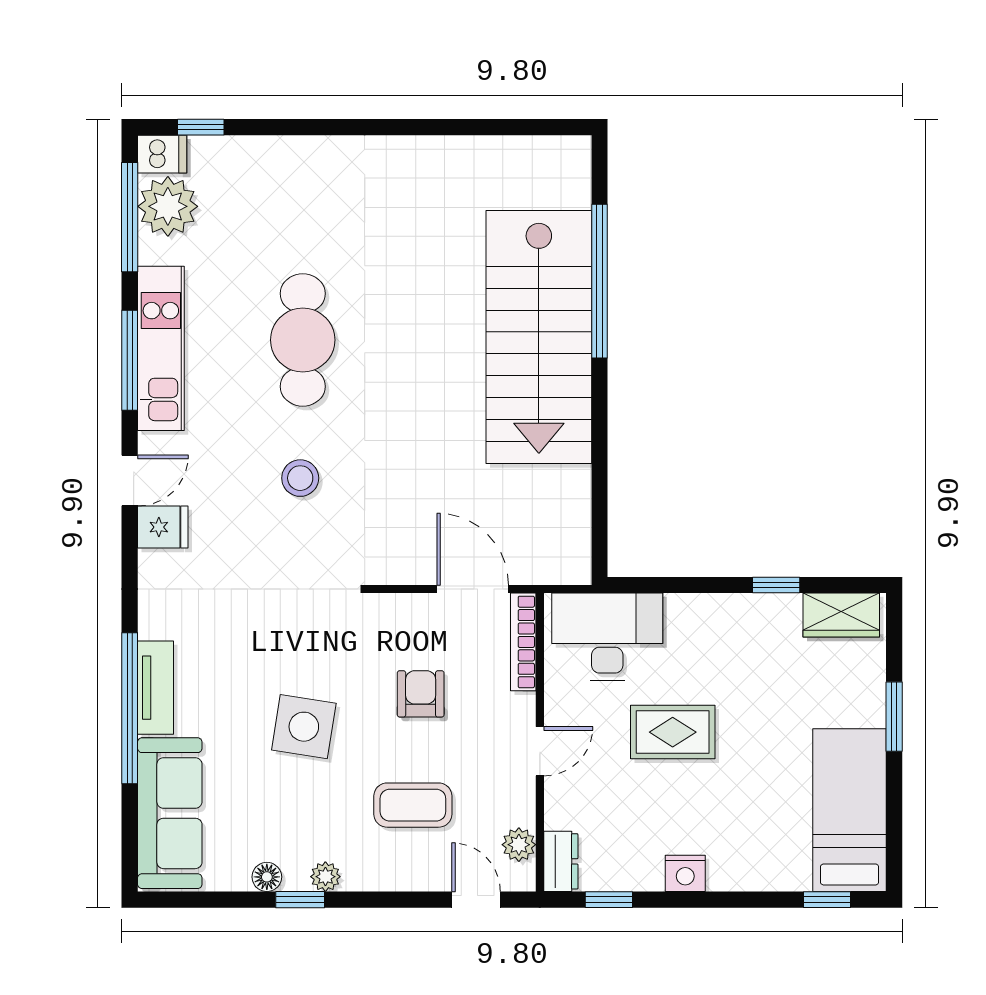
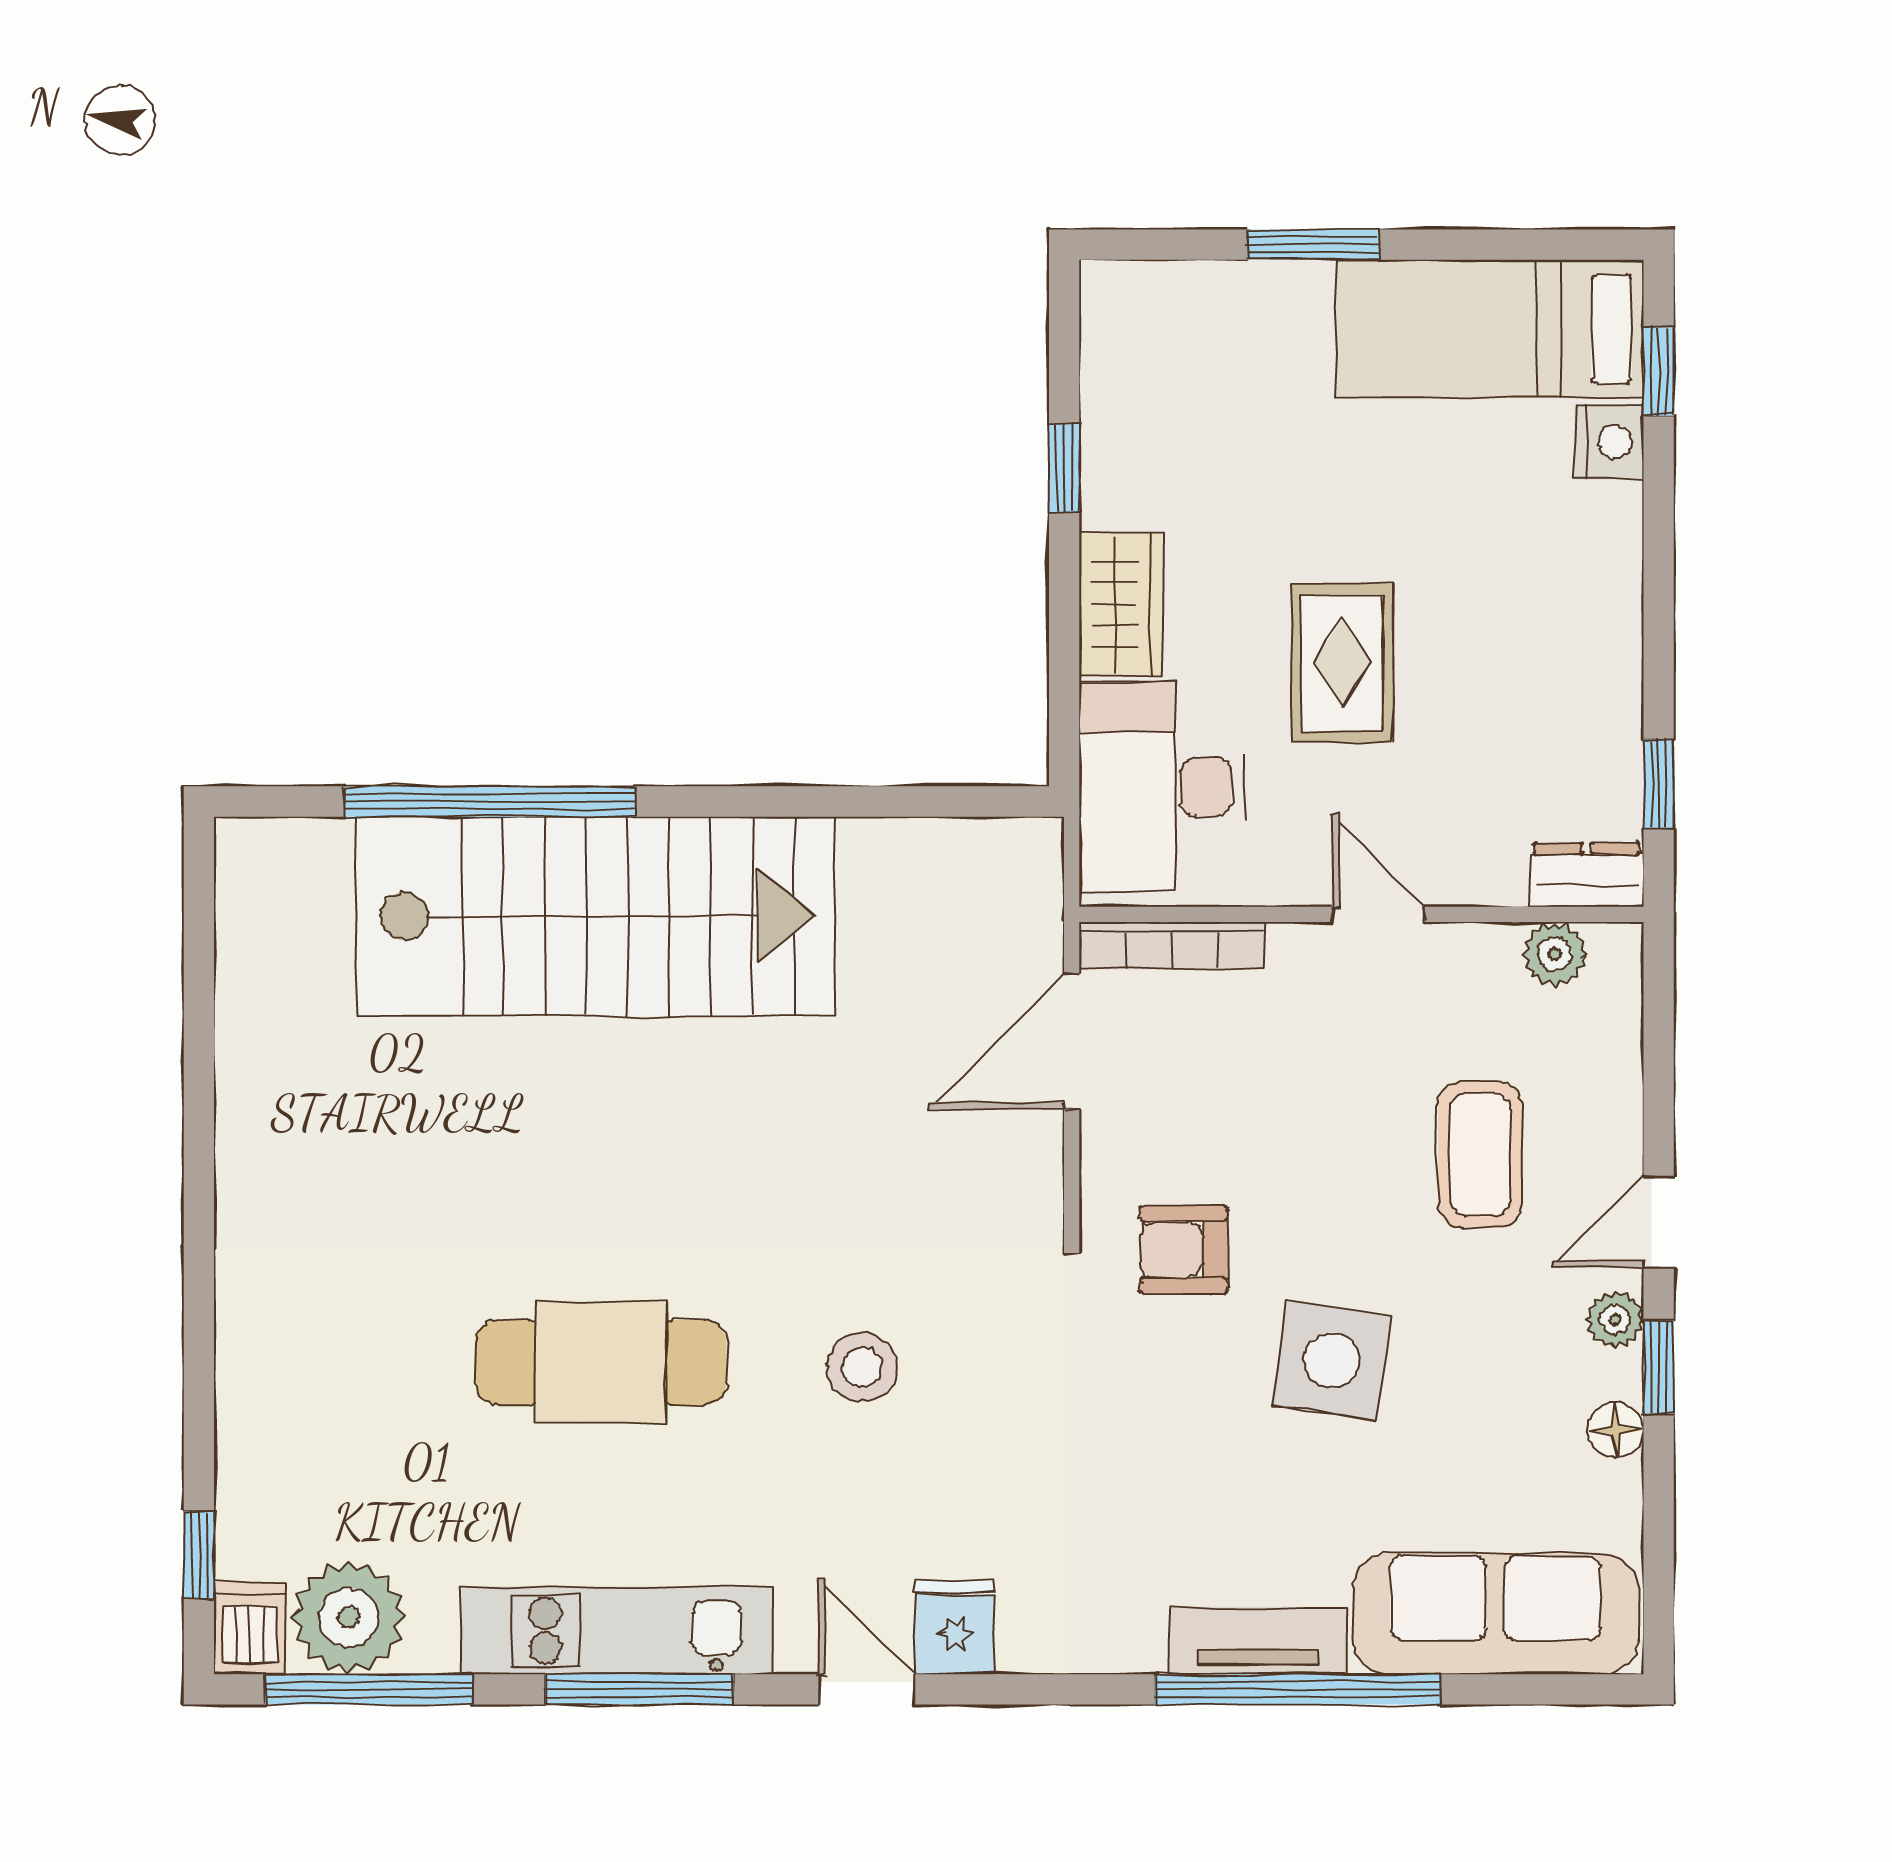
wardrobe: (841, 615) -> (1121, 604), moved
armchair: (421, 694) -> (1184, 1250), moved
nightstand: (685, 873) -> (1609, 442), moved
door: (476, 900) -> (1659, 1222), moved

